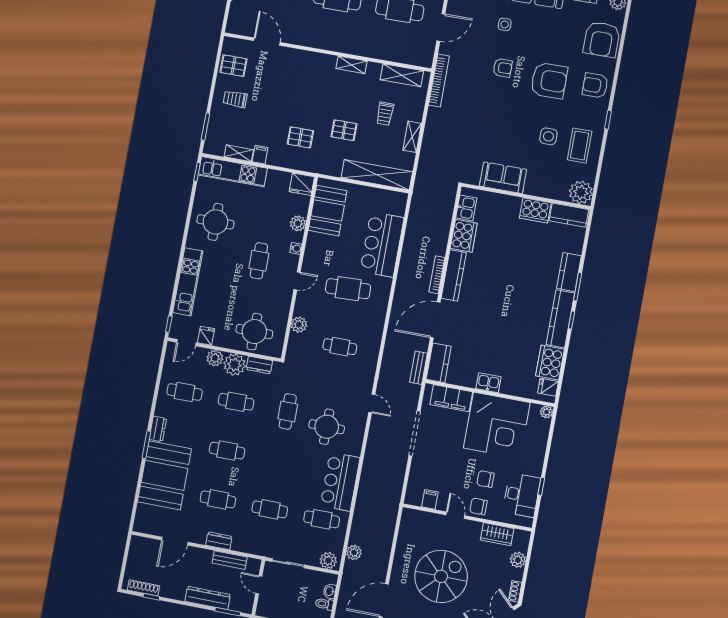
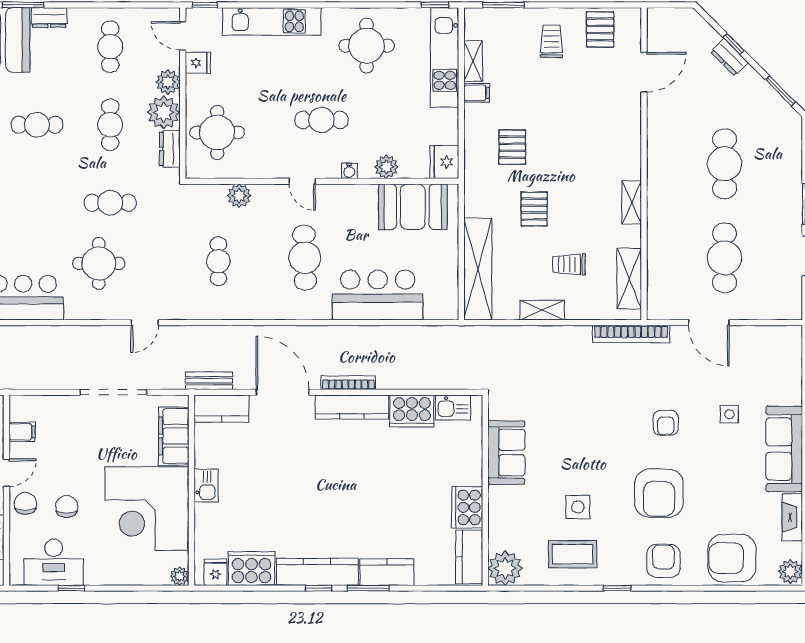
cafe table: (227, 451) -> (37, 125), turned 90

